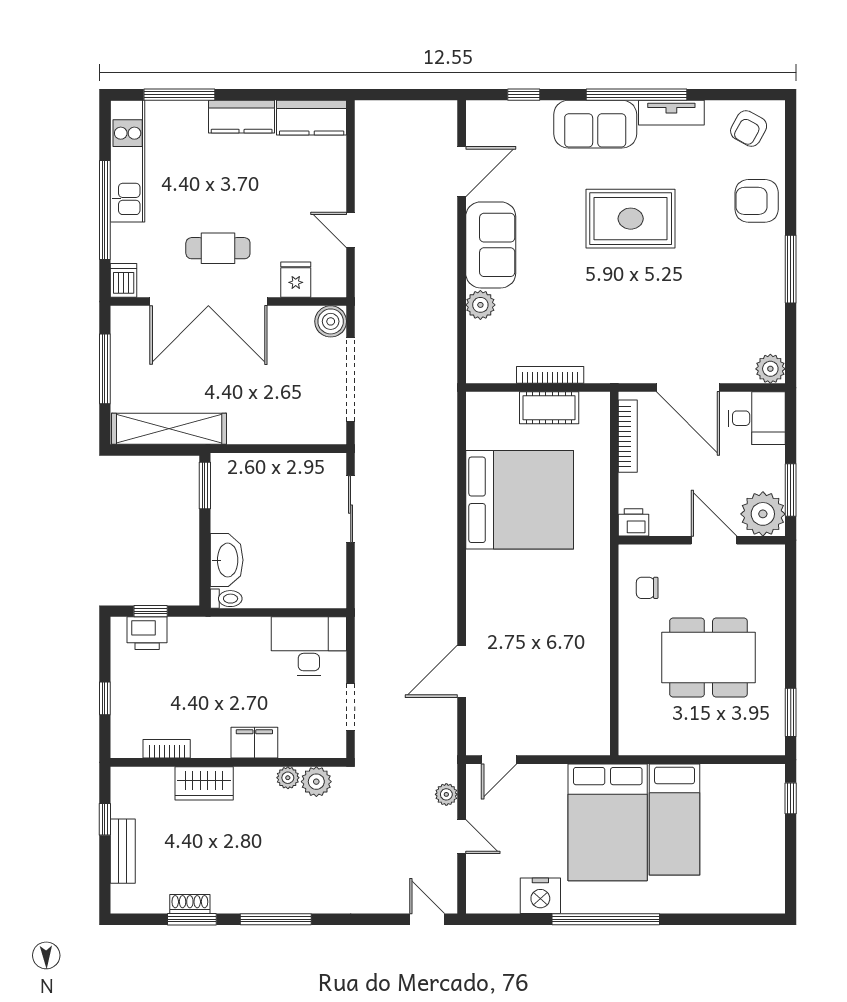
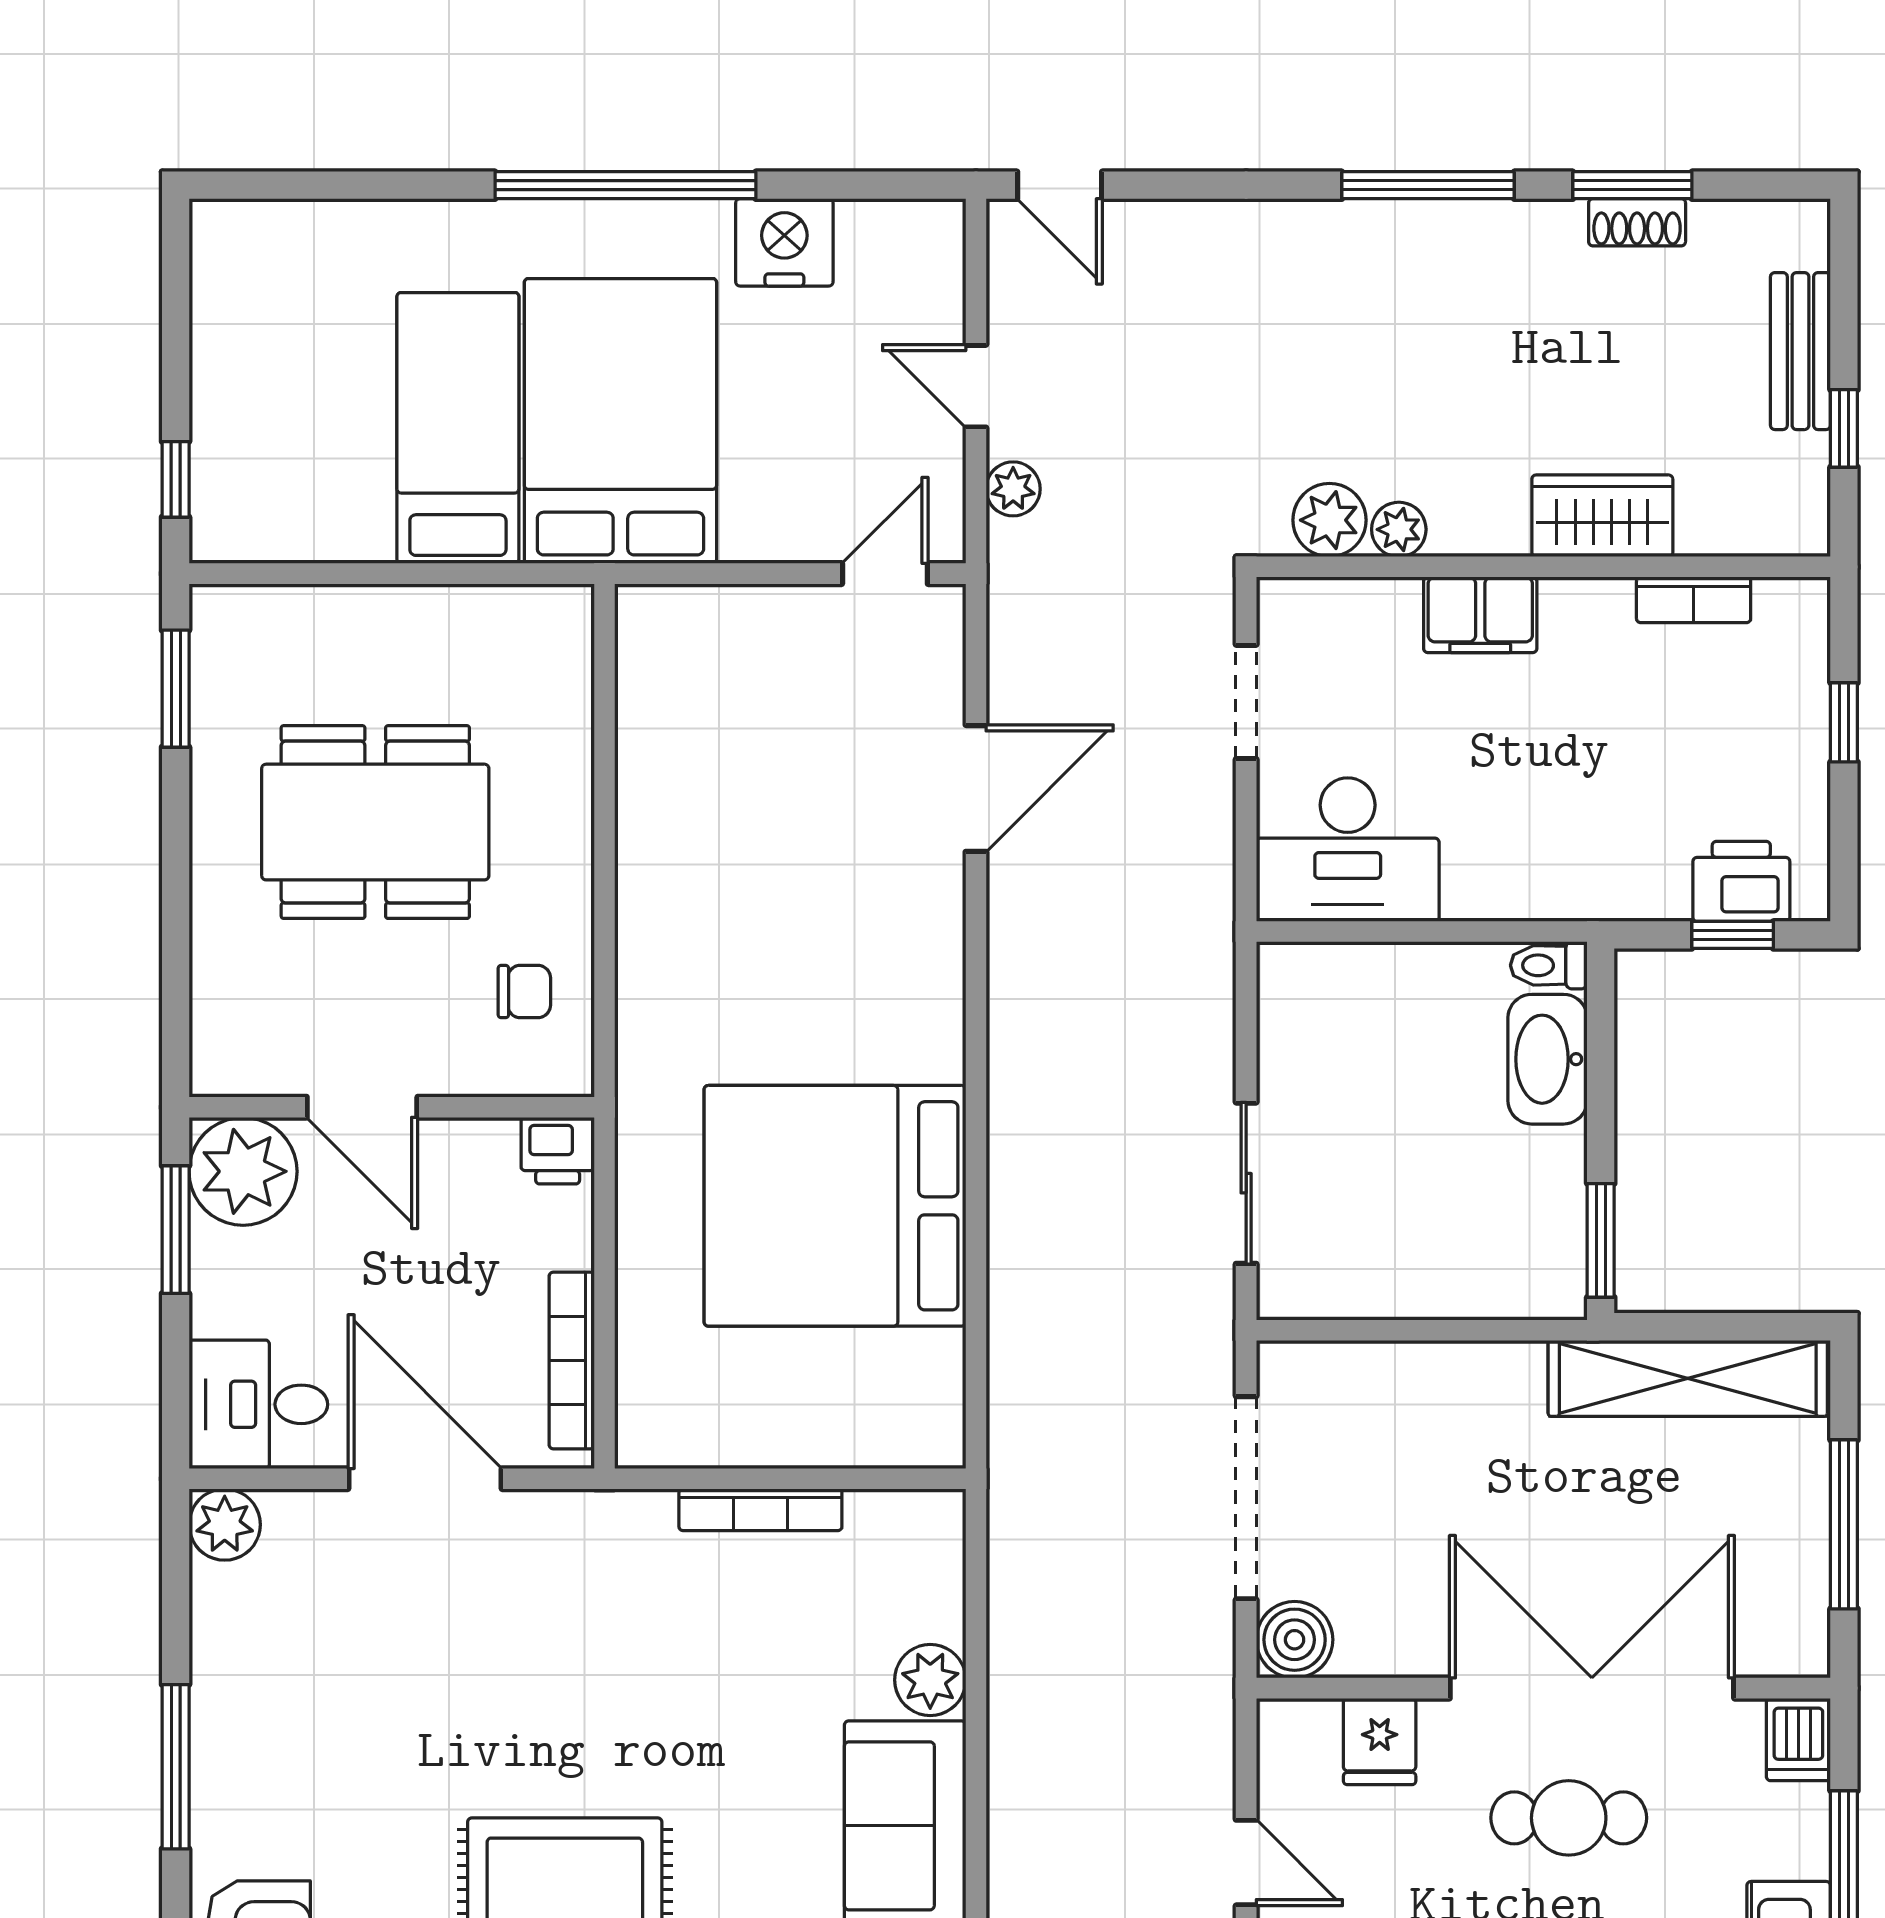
cot: (549, 408) -> (763, 1430), removed

